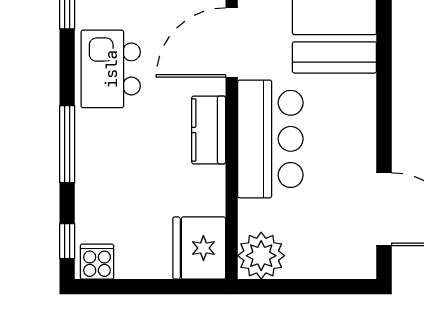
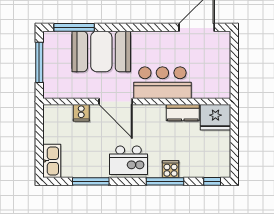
kitchen counter: (209, 130) -> (183, 113), moved
plant: (261, 256) -> (219, 87), removed
cooker: (97, 262) -> (171, 169), moved, turned 90

